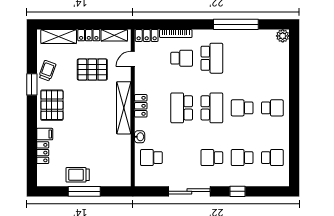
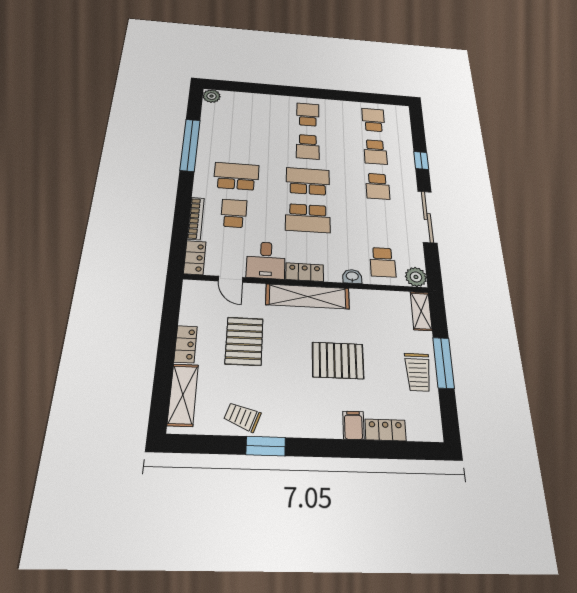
shelving: (114, 35) -> (421, 311), moved
desk: (148, 81) -> (266, 260), added
pallet: (52, 105) -> (338, 360), moved
plant: (142, 179) -> (416, 277), added

